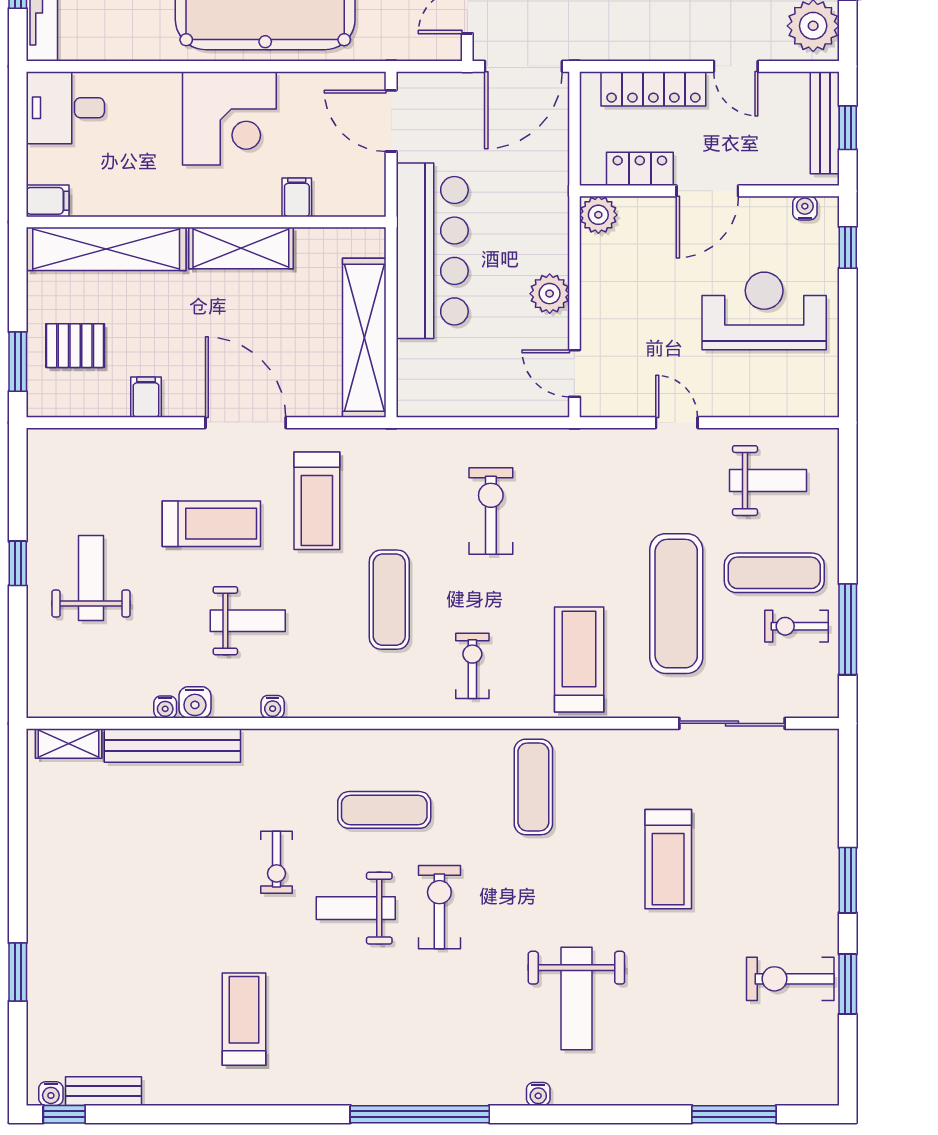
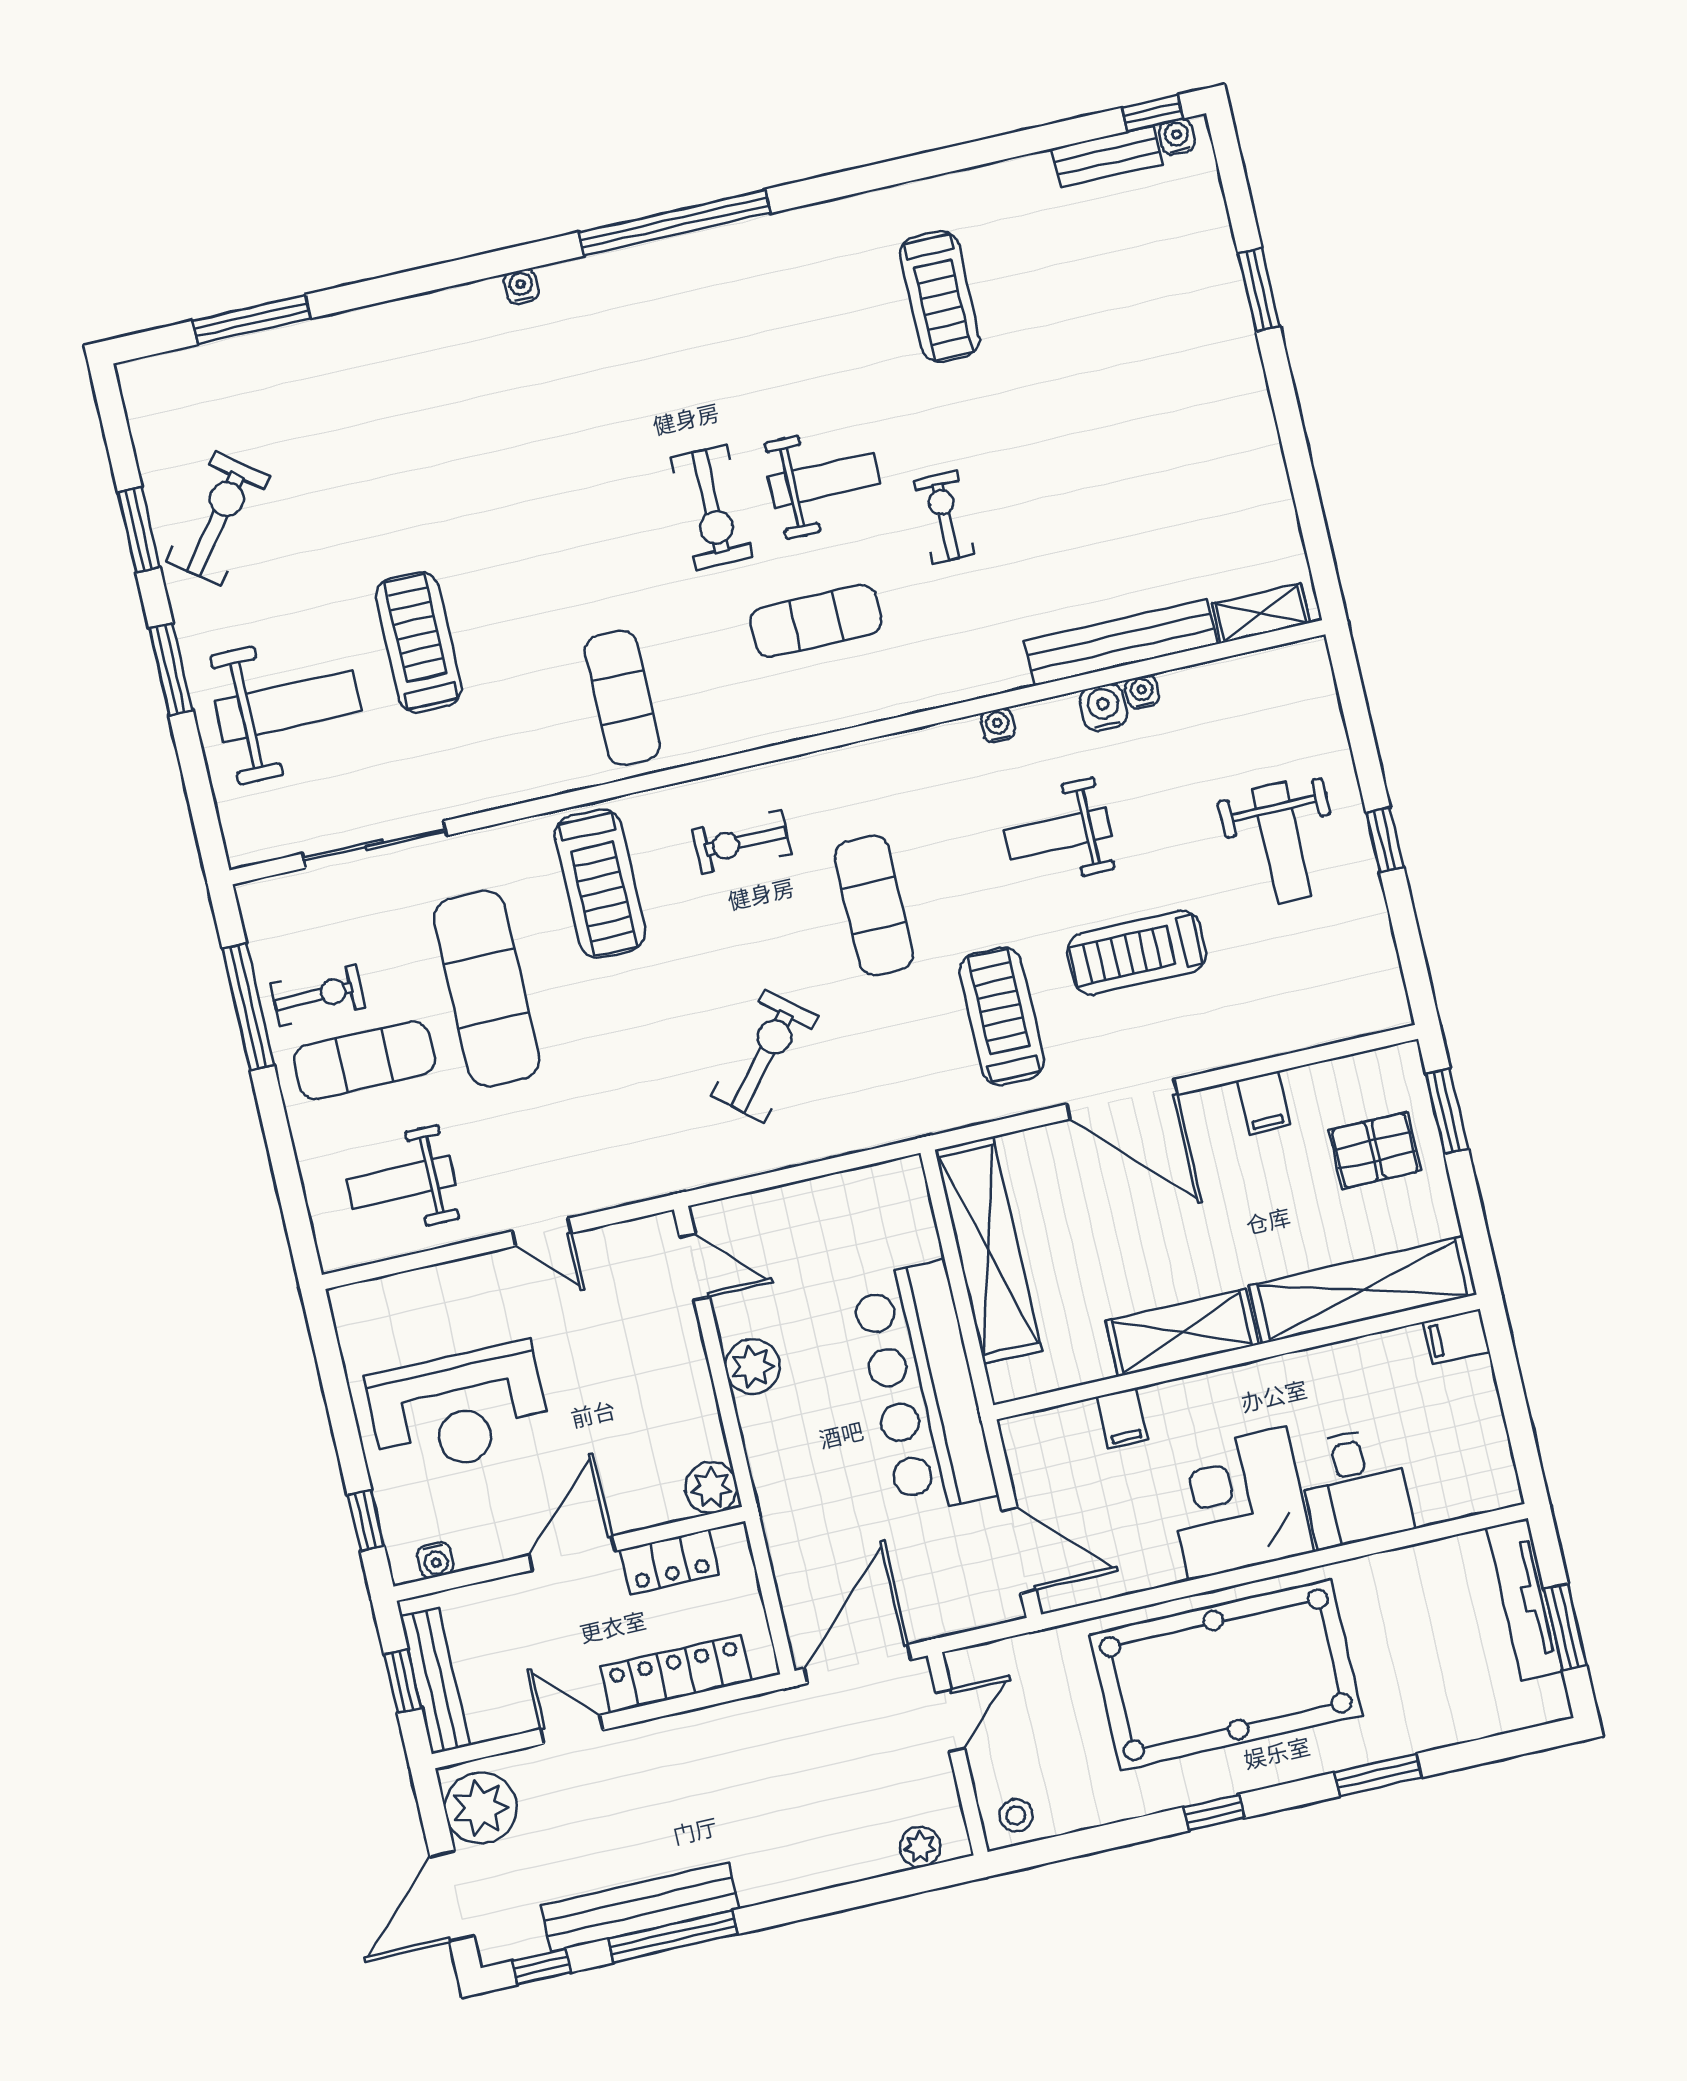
desk: (65, 108) -> (1355, 1488), moved, turned 90
exercise bike: (491, 511) -> (765, 1056), turned -140
exercise bike: (472, 666) -> (742, 842), turned 90
exercise bike: (790, 979) -> (218, 519), turned -53
weight bench: (576, 998) -> (288, 706), moved, turned 90

